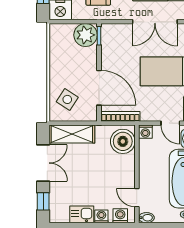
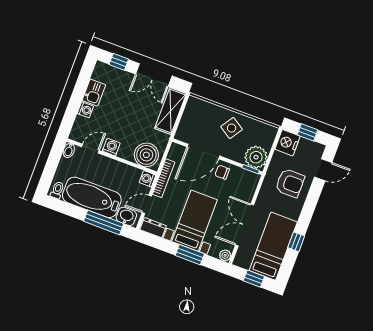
chair: (112, 62) -> (222, 172), added
side table: (67, 99) -> (232, 128), moved
bookcase: (120, 116) -> (164, 178), moved
washing machine: (120, 216) -> (111, 147), moved, turned -90

